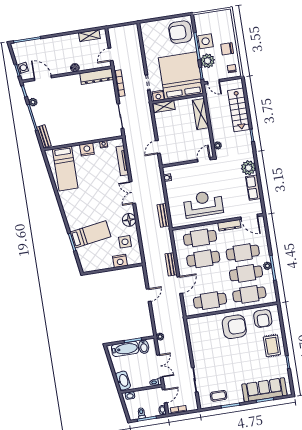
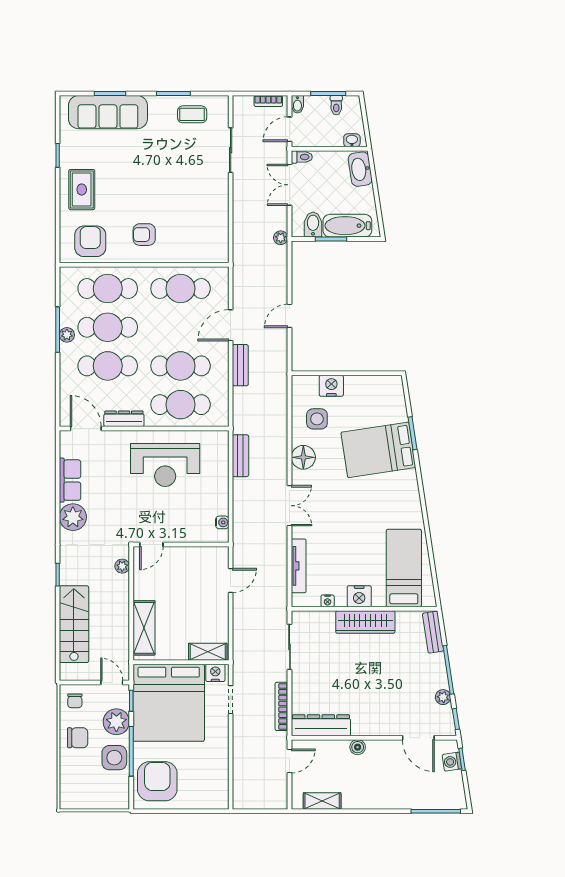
armchair: (180, 32) -> (157, 781), turned -90
wardrobe: (81, 136) -> (365, 622), added
bed: (90, 234) -> (378, 450), width x1.50
armchair: (234, 327) -> (144, 235), width x0.53, depth x0.53

